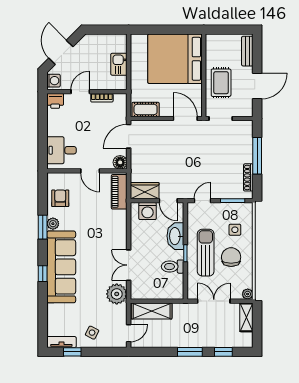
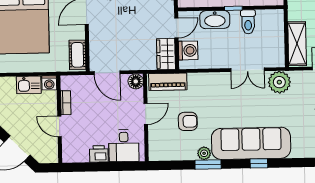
washing machine: (53, 81) -> (49, 83), moved, turned 180
printer: (55, 101) -> (99, 154), moved, turned -90
armchair: (60, 198) -> (188, 121), moved, turned 180

